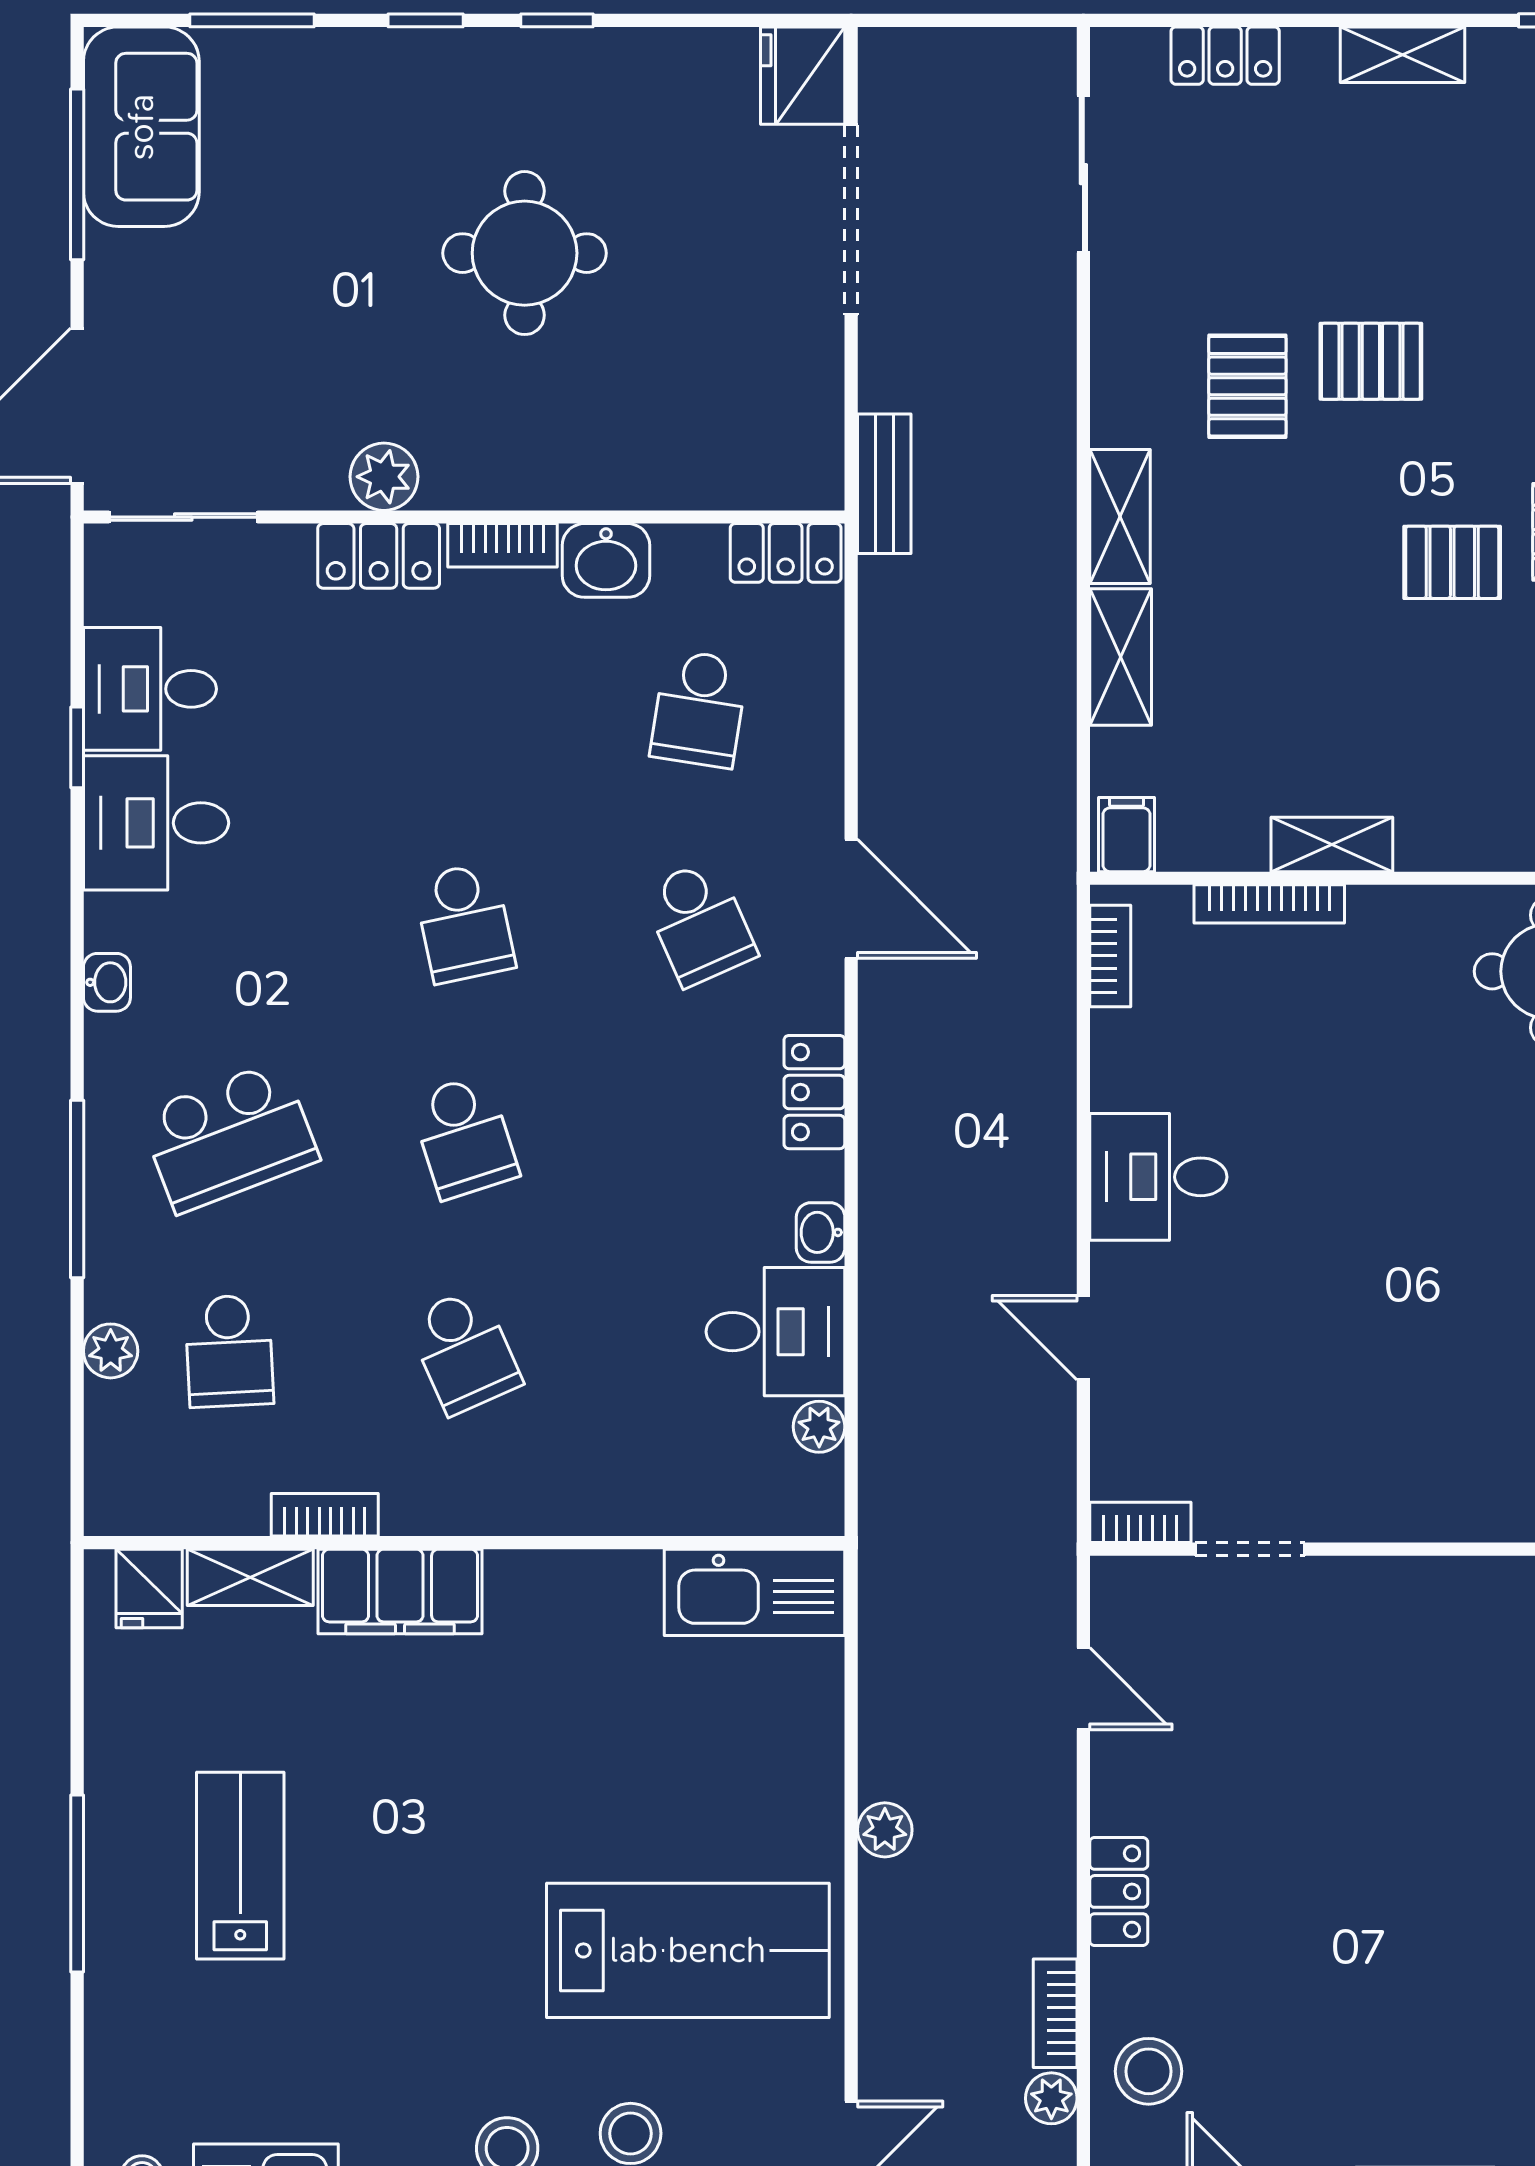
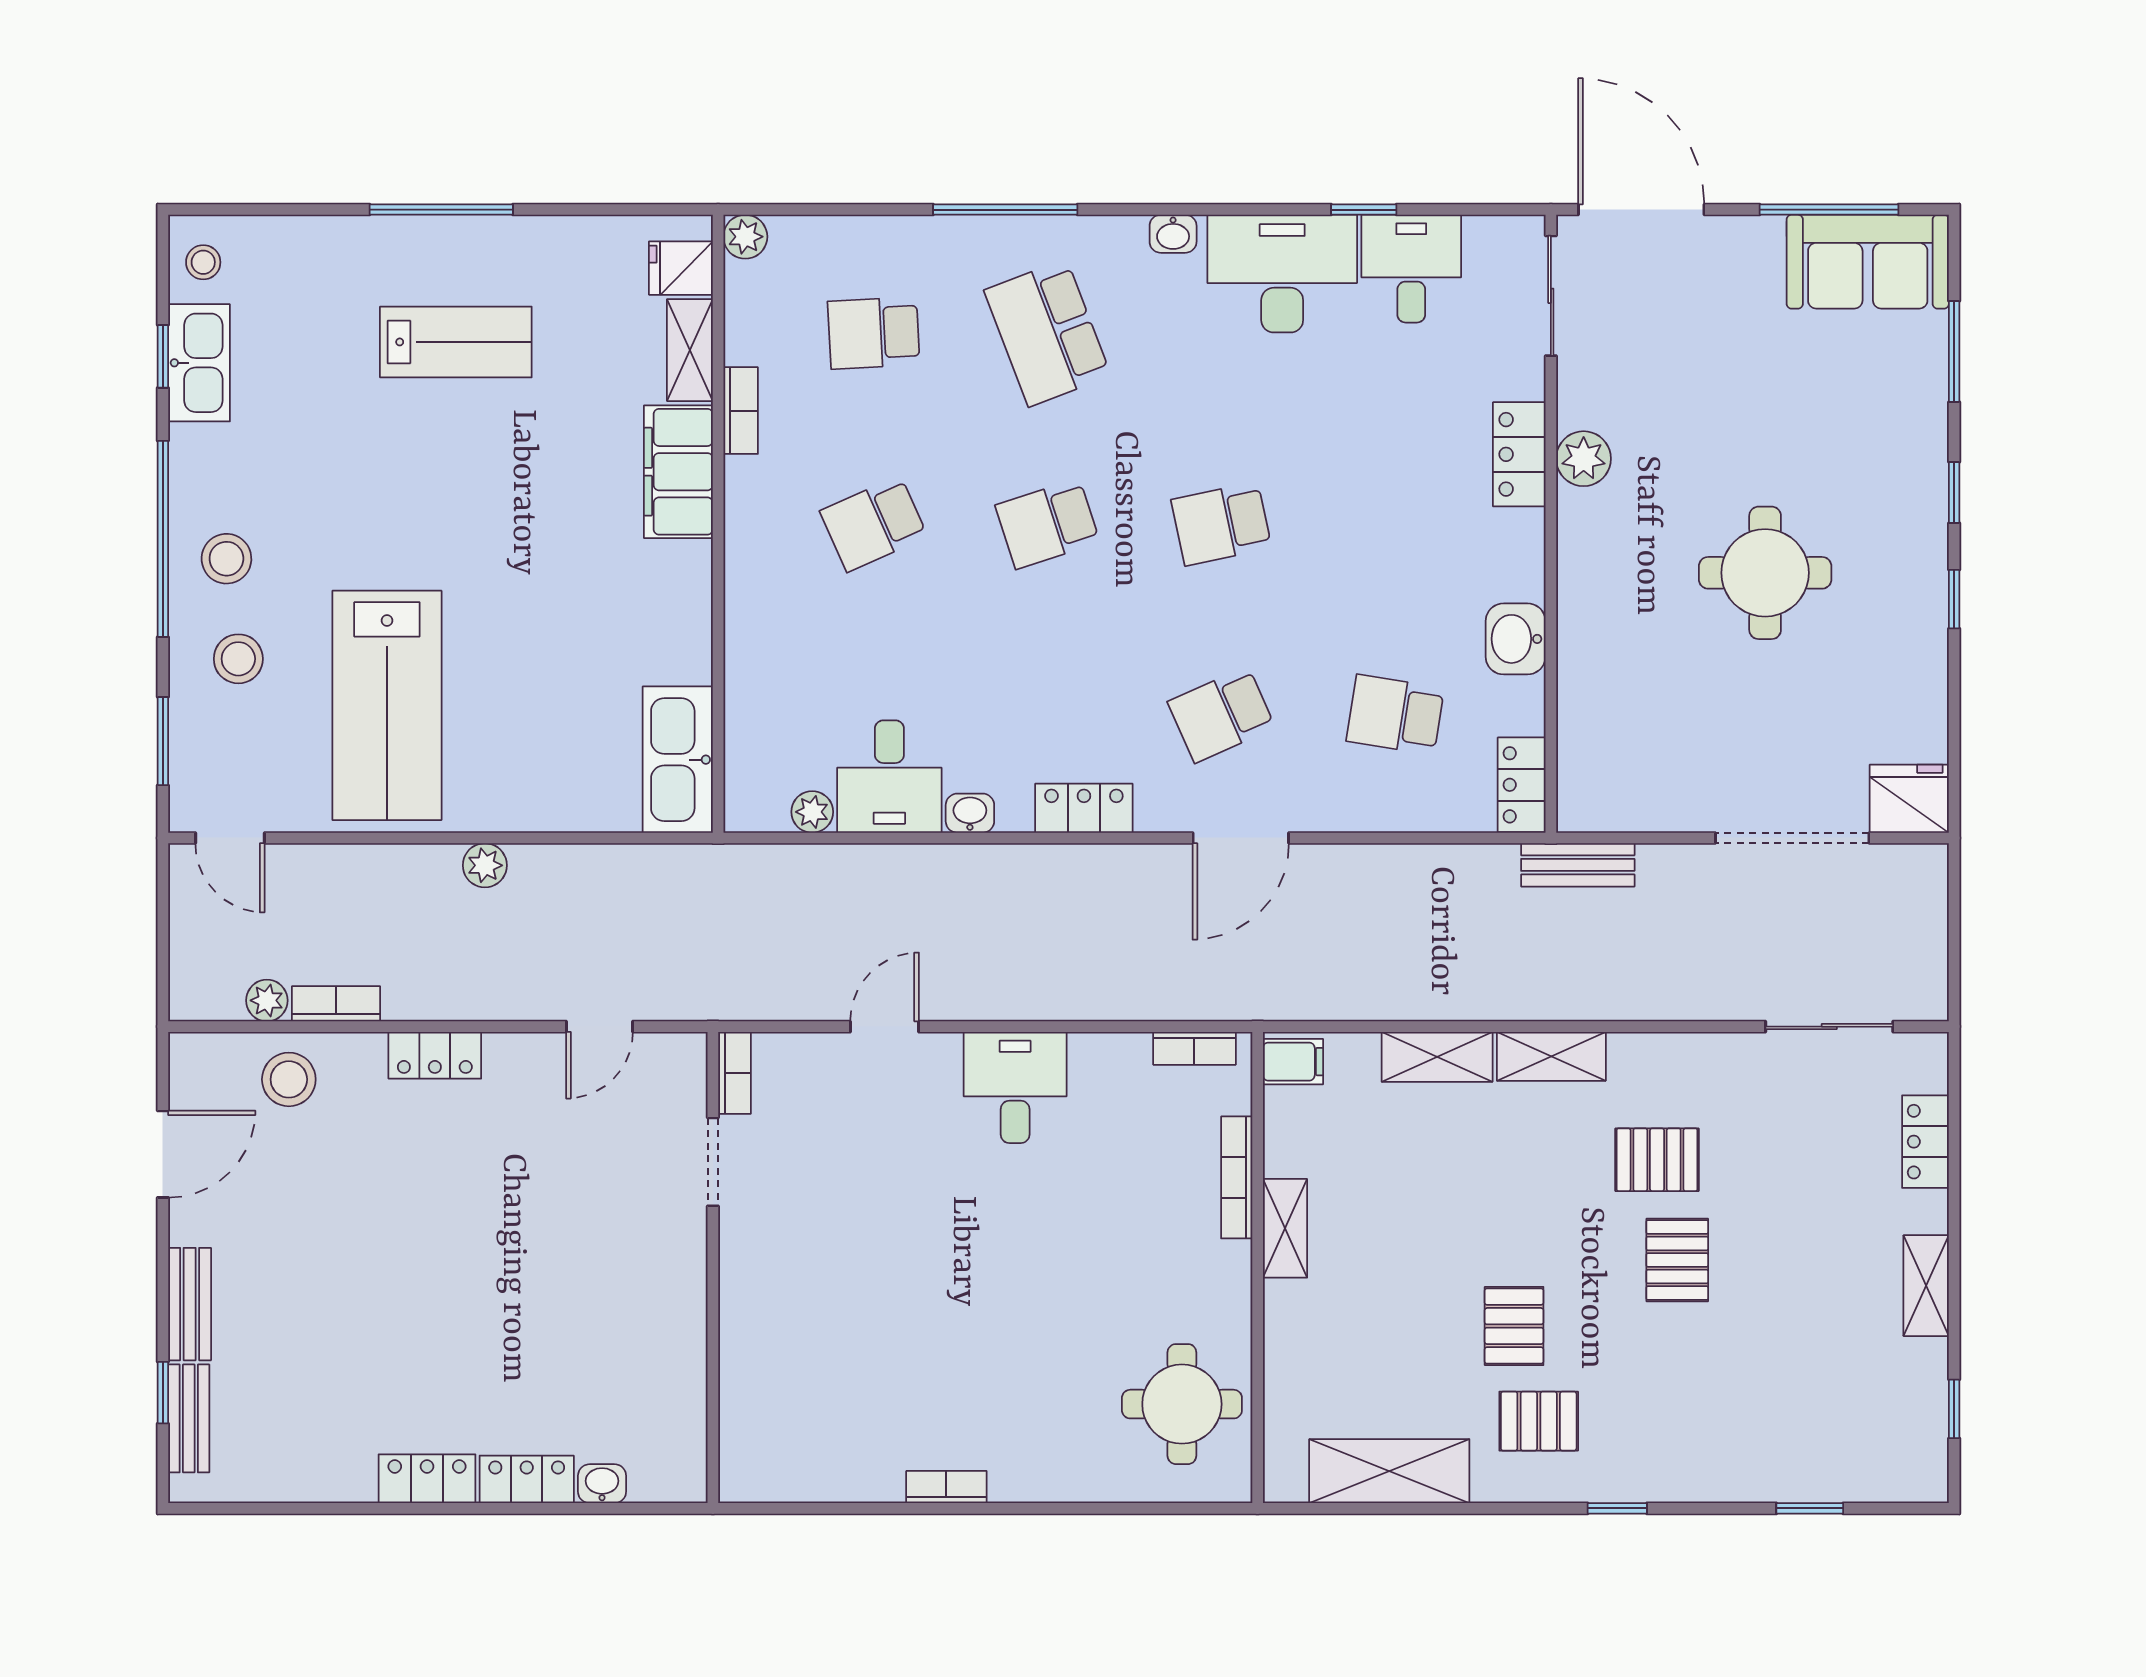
bookcase: (503, 545) -> (1528, 555), removed
desk: (156, 823) -> (1282, 274), width x1.37
plant: (111, 1351) -> (745, 237), moved

